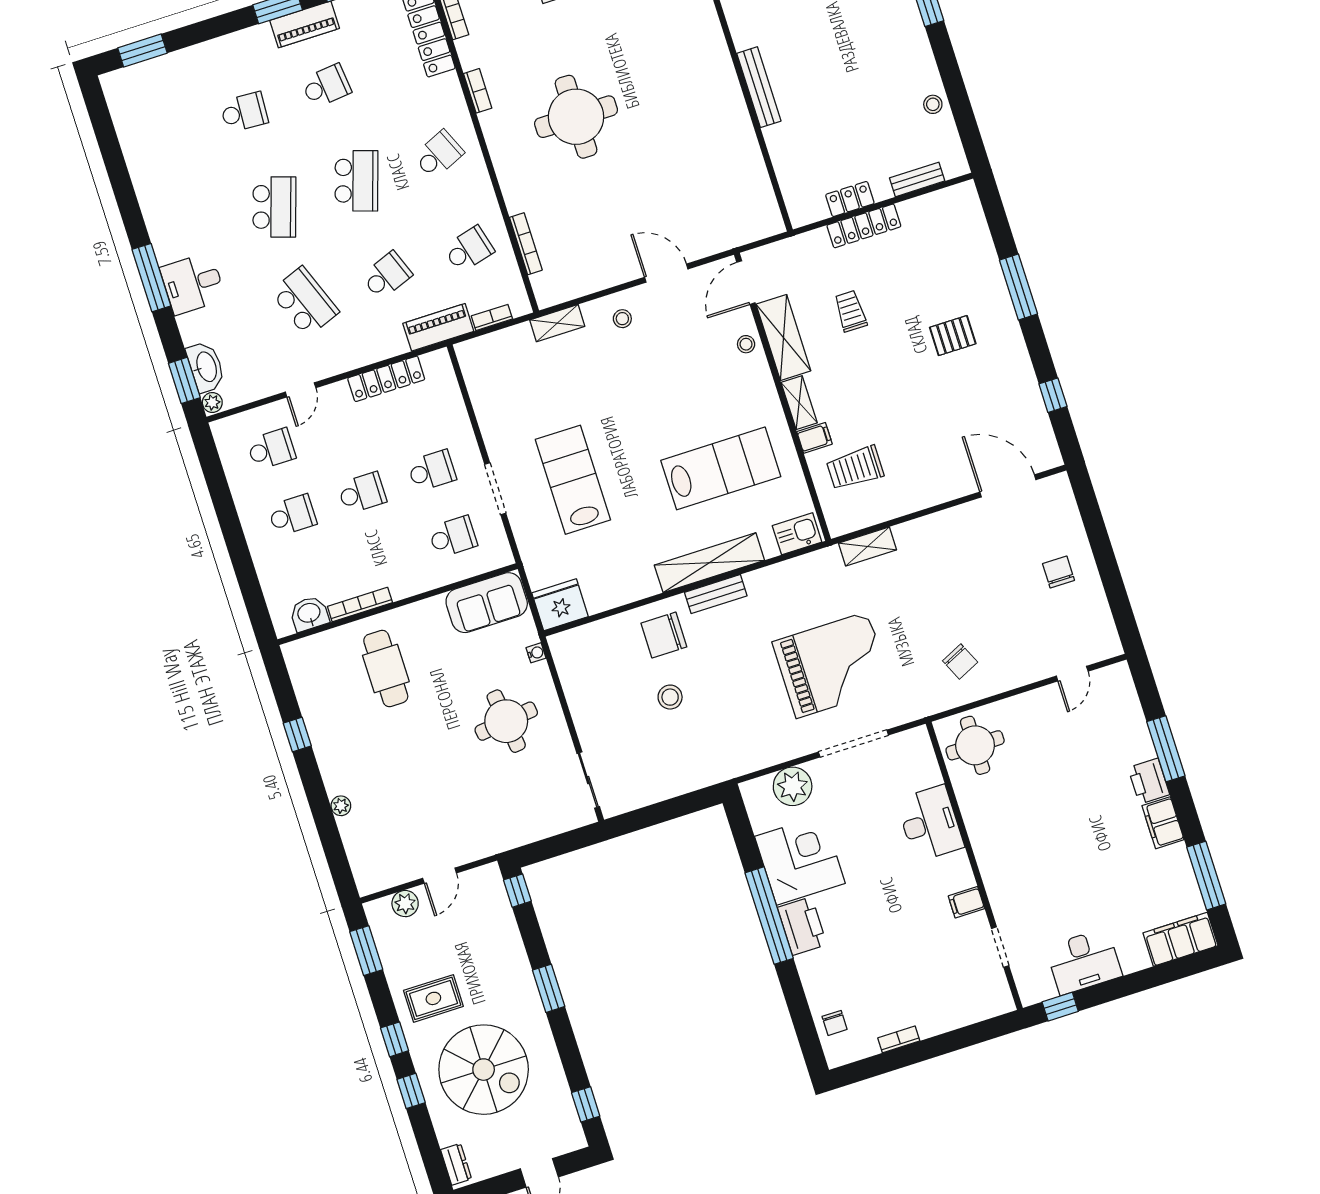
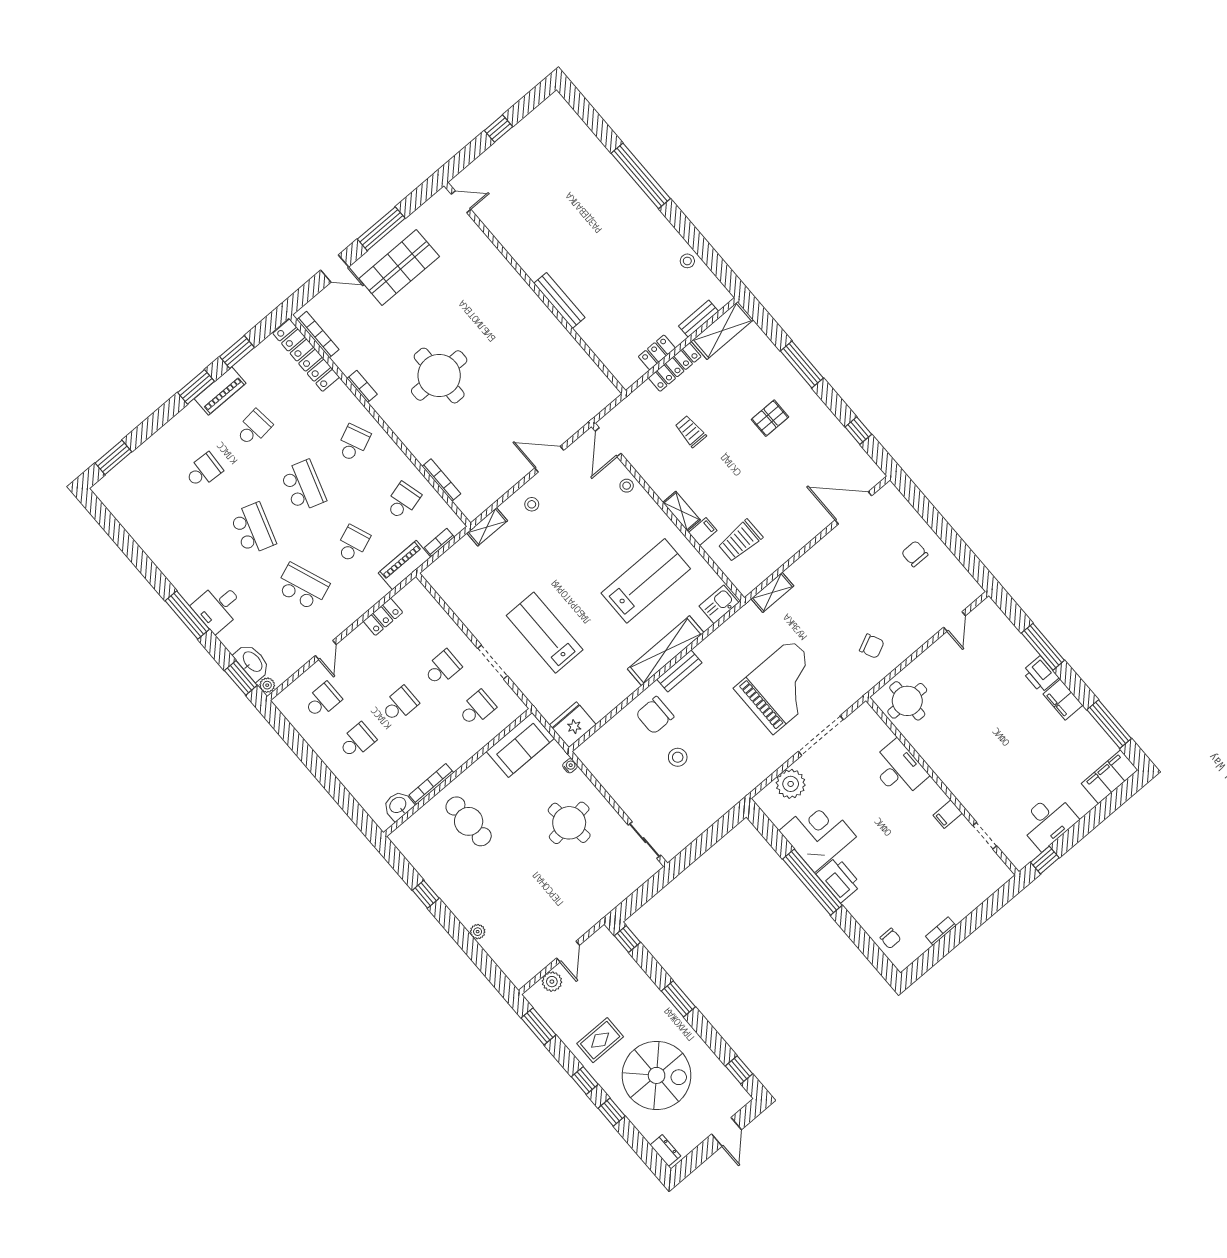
shelving: (783, 337) -> (722, 330), moved, turned 90
locker: (386, 379) -> (383, 617), width x0.66

